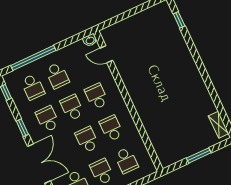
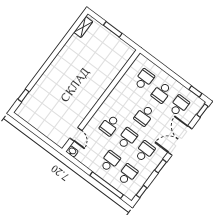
school desk: (72, 108) -> (127, 138), turned 180
school desk: (48, 119) -> (145, 151), turned 180
school desk: (111, 128) -> (127, 102), removed

